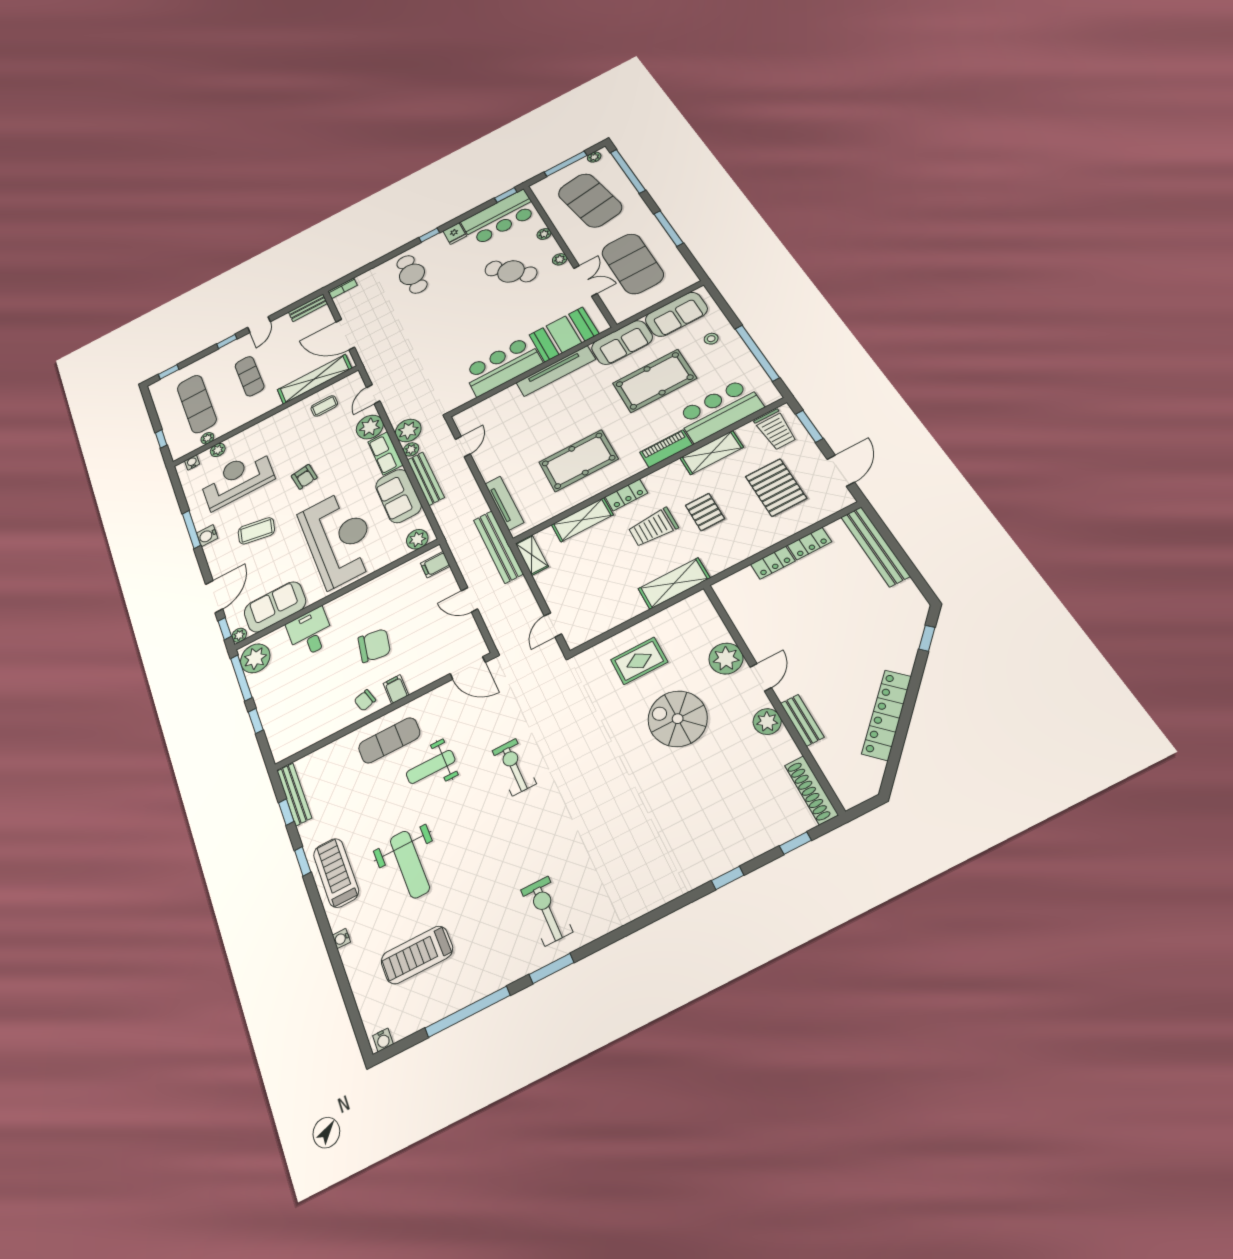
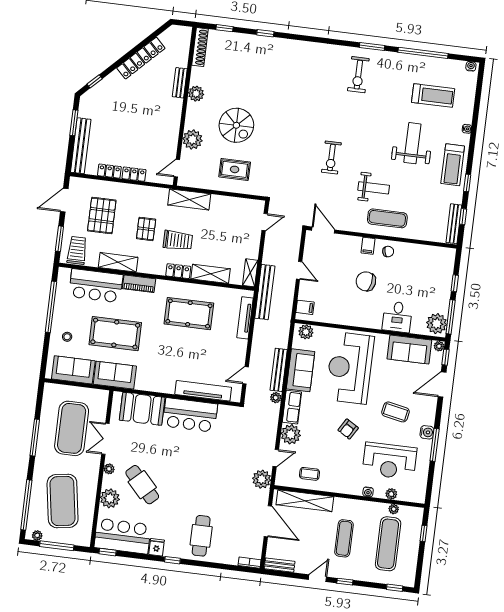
plant: (544, 234) -> (110, 498), width x1.87, depth x1.87
tv unit: (556, 371) -> (203, 391), moved
plant: (408, 430) -> (262, 479), moved
water cooler: (192, 462) -> (368, 492), moved
armchair: (304, 477) -> (348, 429), turned -141
window: (909, 567) -> (74, 123), added
door: (761, 677) -> (177, 168), moved

